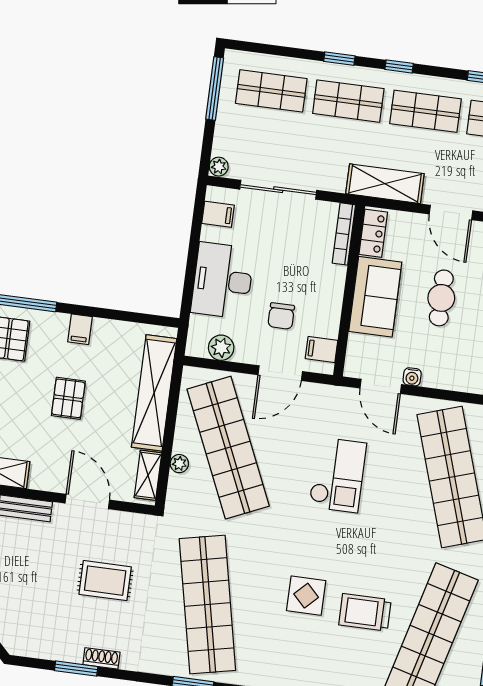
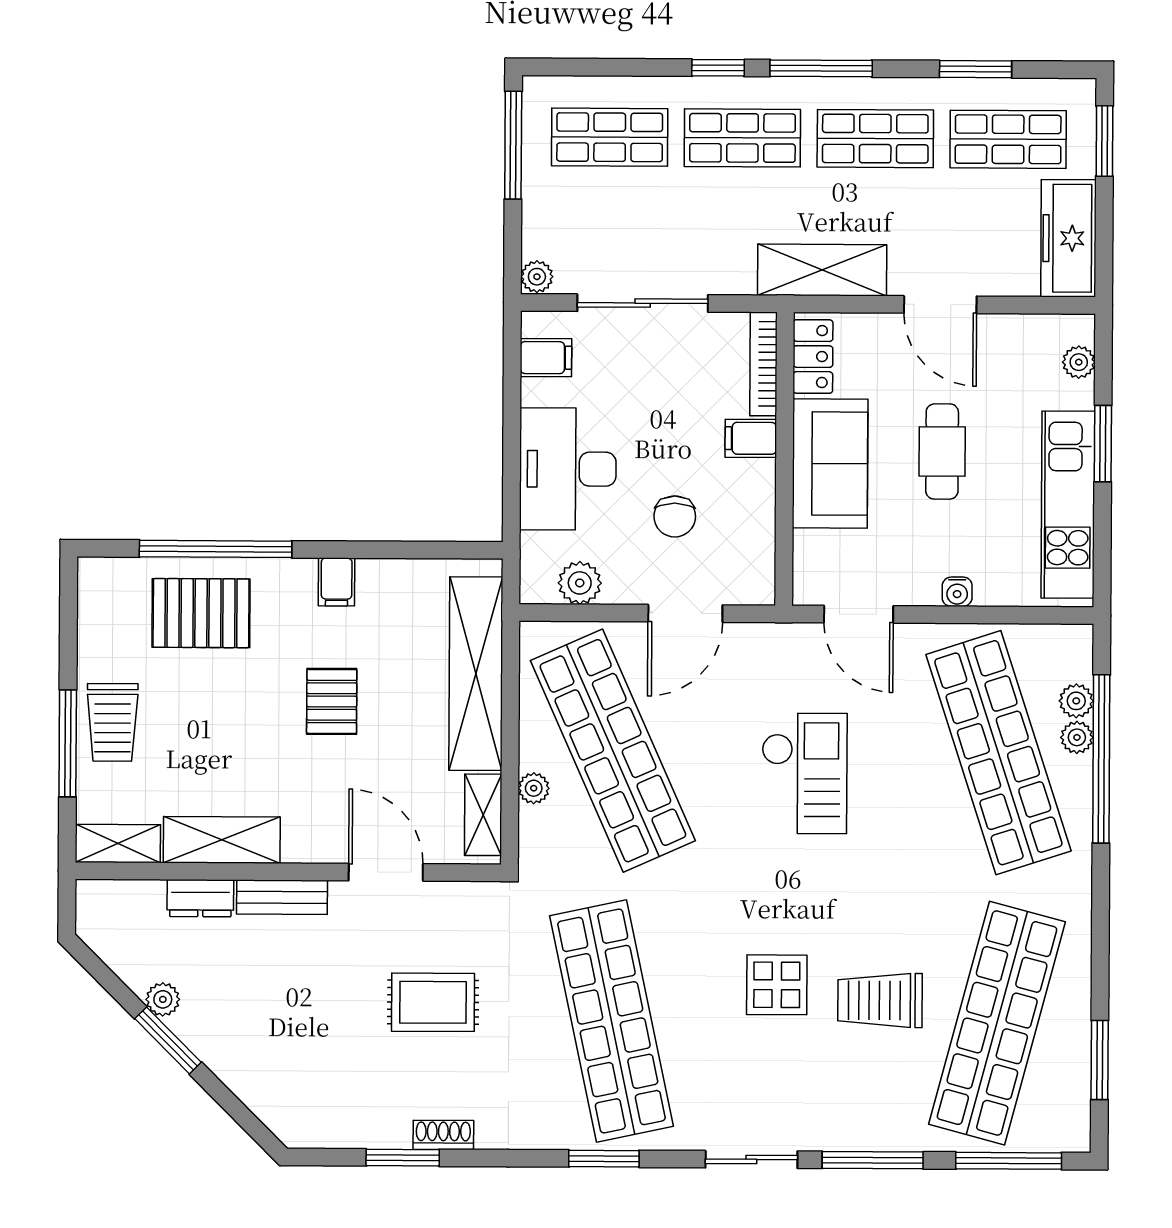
window: (399, 66) -> (821, 68), width x2.17
filing cabinet: (321, 349) -> (751, 438), moved
water cooler: (412, 377) -> (957, 592), moved

